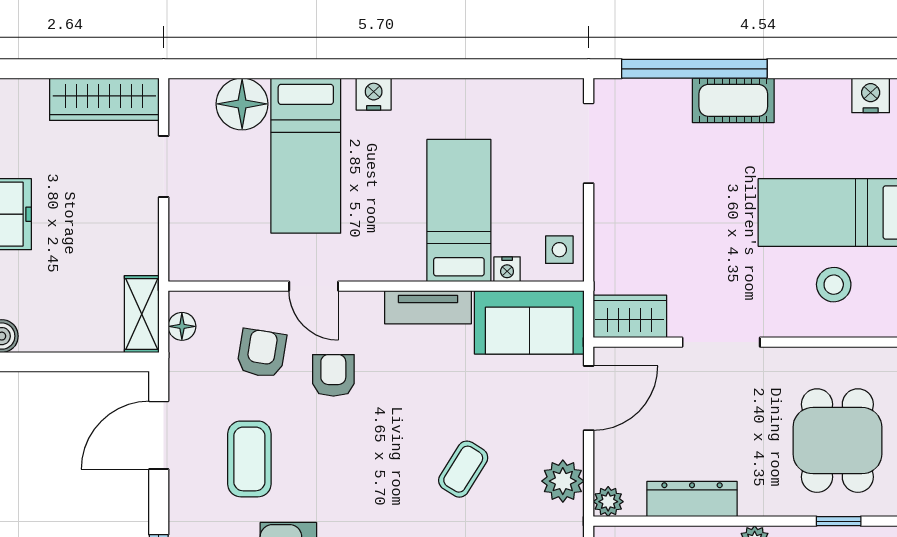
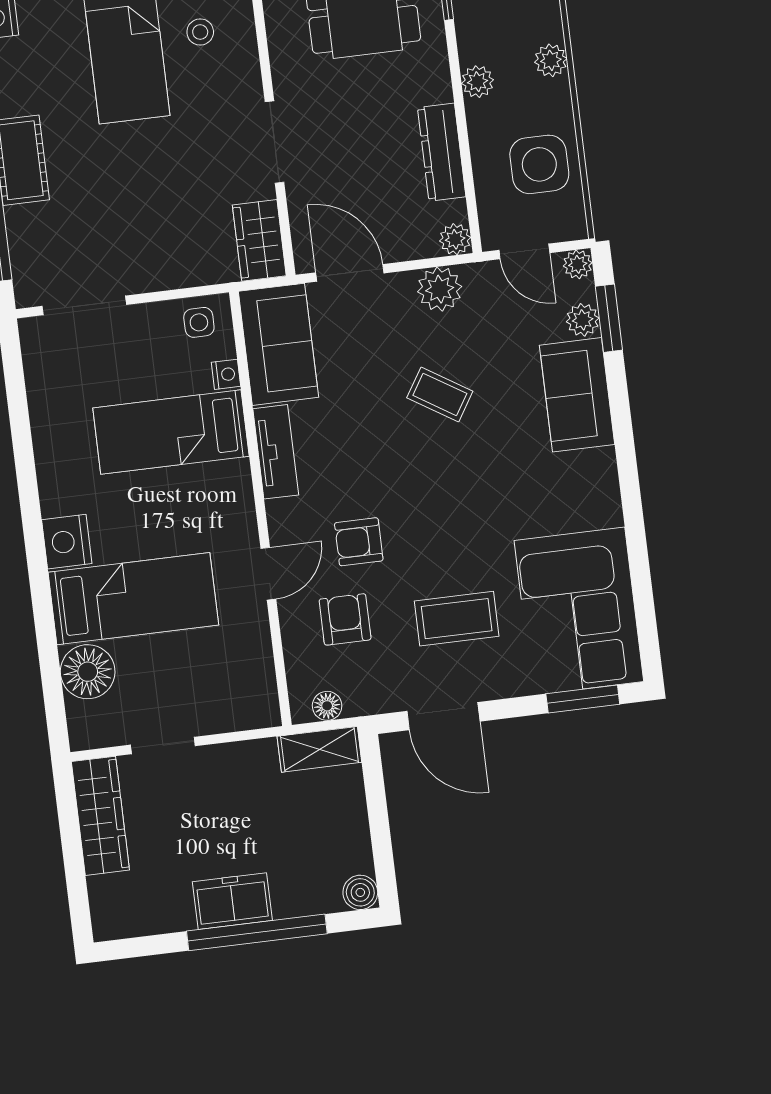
nightstand: (374, 94) -> (67, 542), width x1.36, depth x1.33
stool: (834, 285) -> (200, 32), width x0.73, depth x0.73
armchair: (262, 353) -> (345, 619), turned 81

